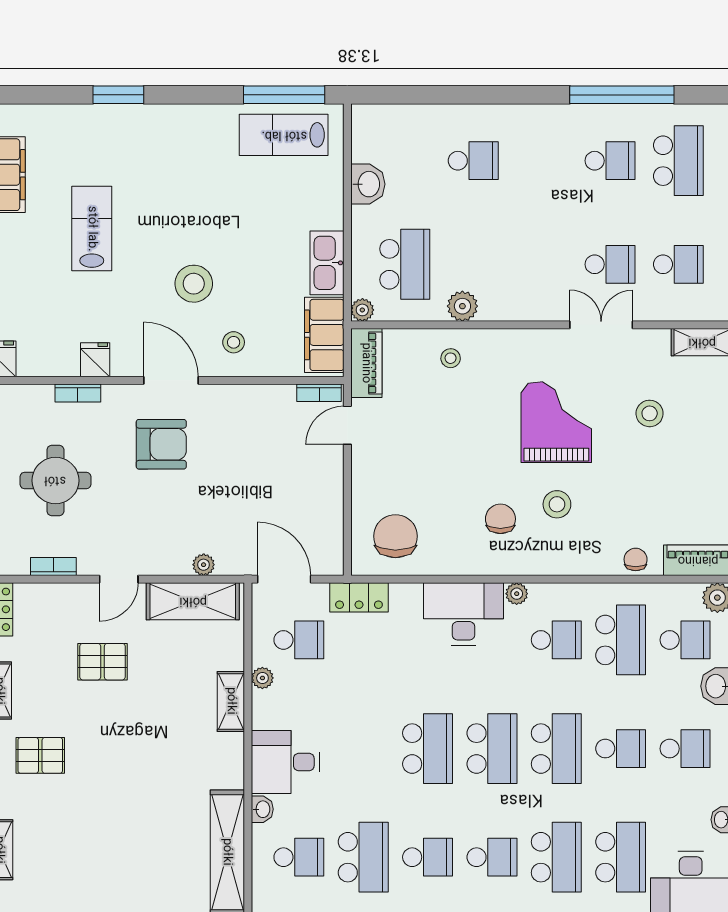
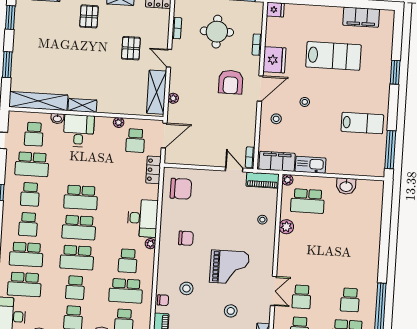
lab bench: (284, 135) -> (362, 123), moved, turned 90
school desk: (473, 161) -> (354, 236), removed
lab bench: (92, 229) -> (333, 56), width x1.36, depth x1.39
stool: (194, 284) -> (305, 102), width x0.53, depth x0.53
fridge: (95, 360) -> (274, 60), width x1.88, depth x1.34
stool: (557, 504) -> (186, 288), moved
shelving: (231, 701) -> (82, 105), moved

